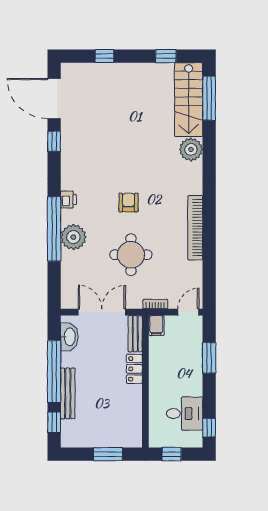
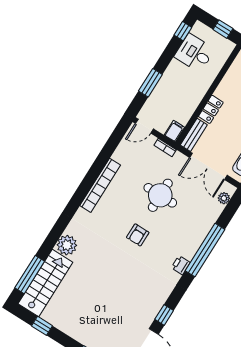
plant: (73, 237) -> (224, 198), moved, width x0.53, depth x0.53

